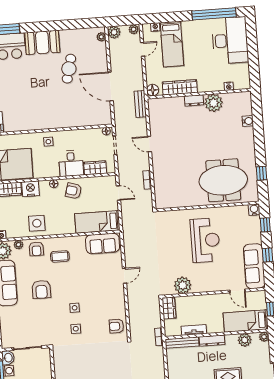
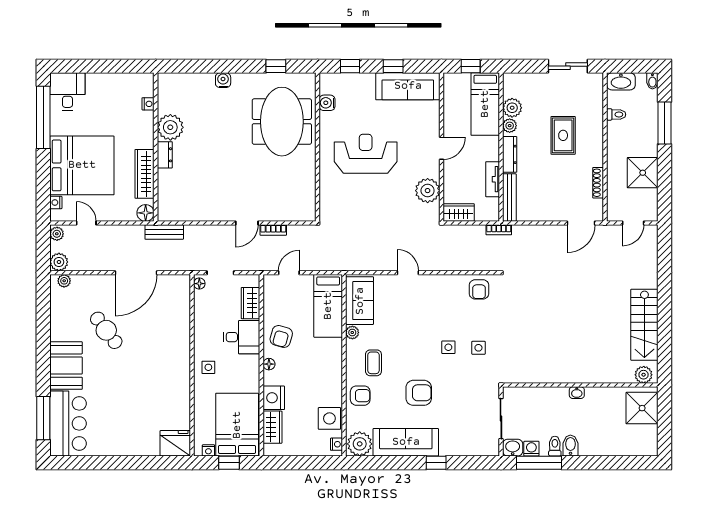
desk: (230, 40) -> (67, 92), width x0.53, depth x0.77
bed: (172, 44) -> (82, 165), width x2.04
cafe table: (69, 69) -> (106, 330), turned 39
water cooler: (248, 121) -> (223, 80), moved
door: (149, 144) -> (247, 223), moved
water cooler: (254, 210) -> (327, 103), moved
side table: (37, 223) -> (329, 418), moved
plant: (18, 245) -> (352, 332), moved
door: (237, 291) -> (441, 148), moved
plant: (264, 337) -> (510, 126), moved

